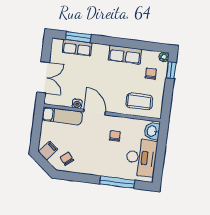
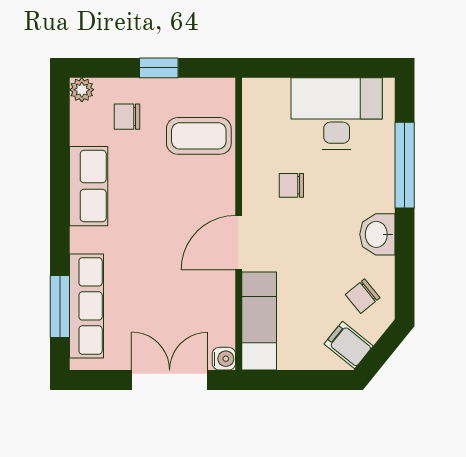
row of seats: (77, 48) -> (86, 306), width x1.48
window: (171, 70) -> (159, 68), moved
coffee table: (139, 101) -> (199, 136), turned 90
water cooler: (77, 104) -> (224, 359), moved
washbasin: (152, 131) -> (377, 234), moved, turned 90

